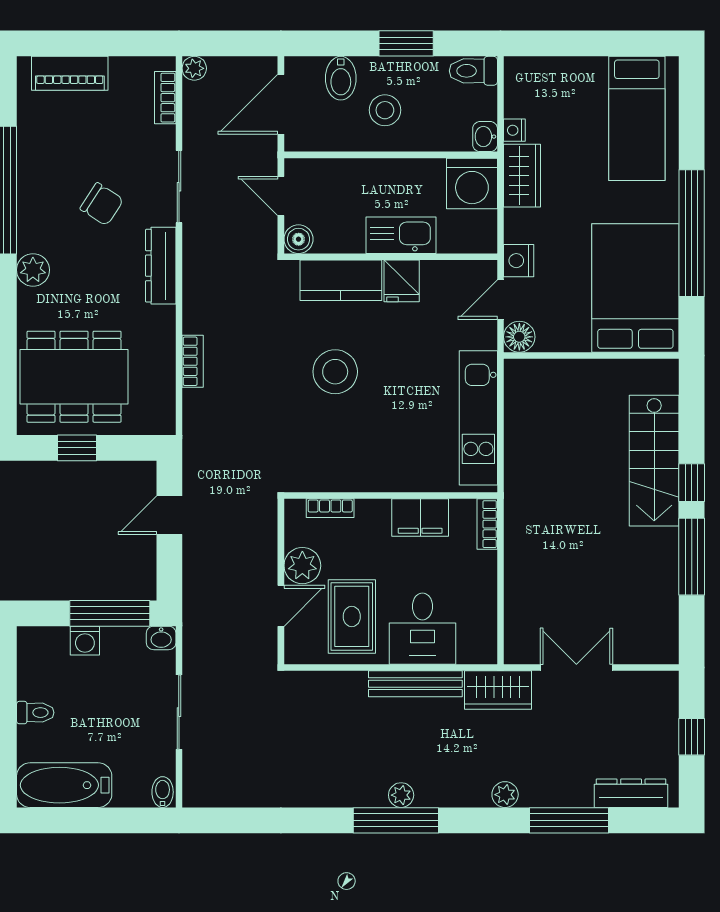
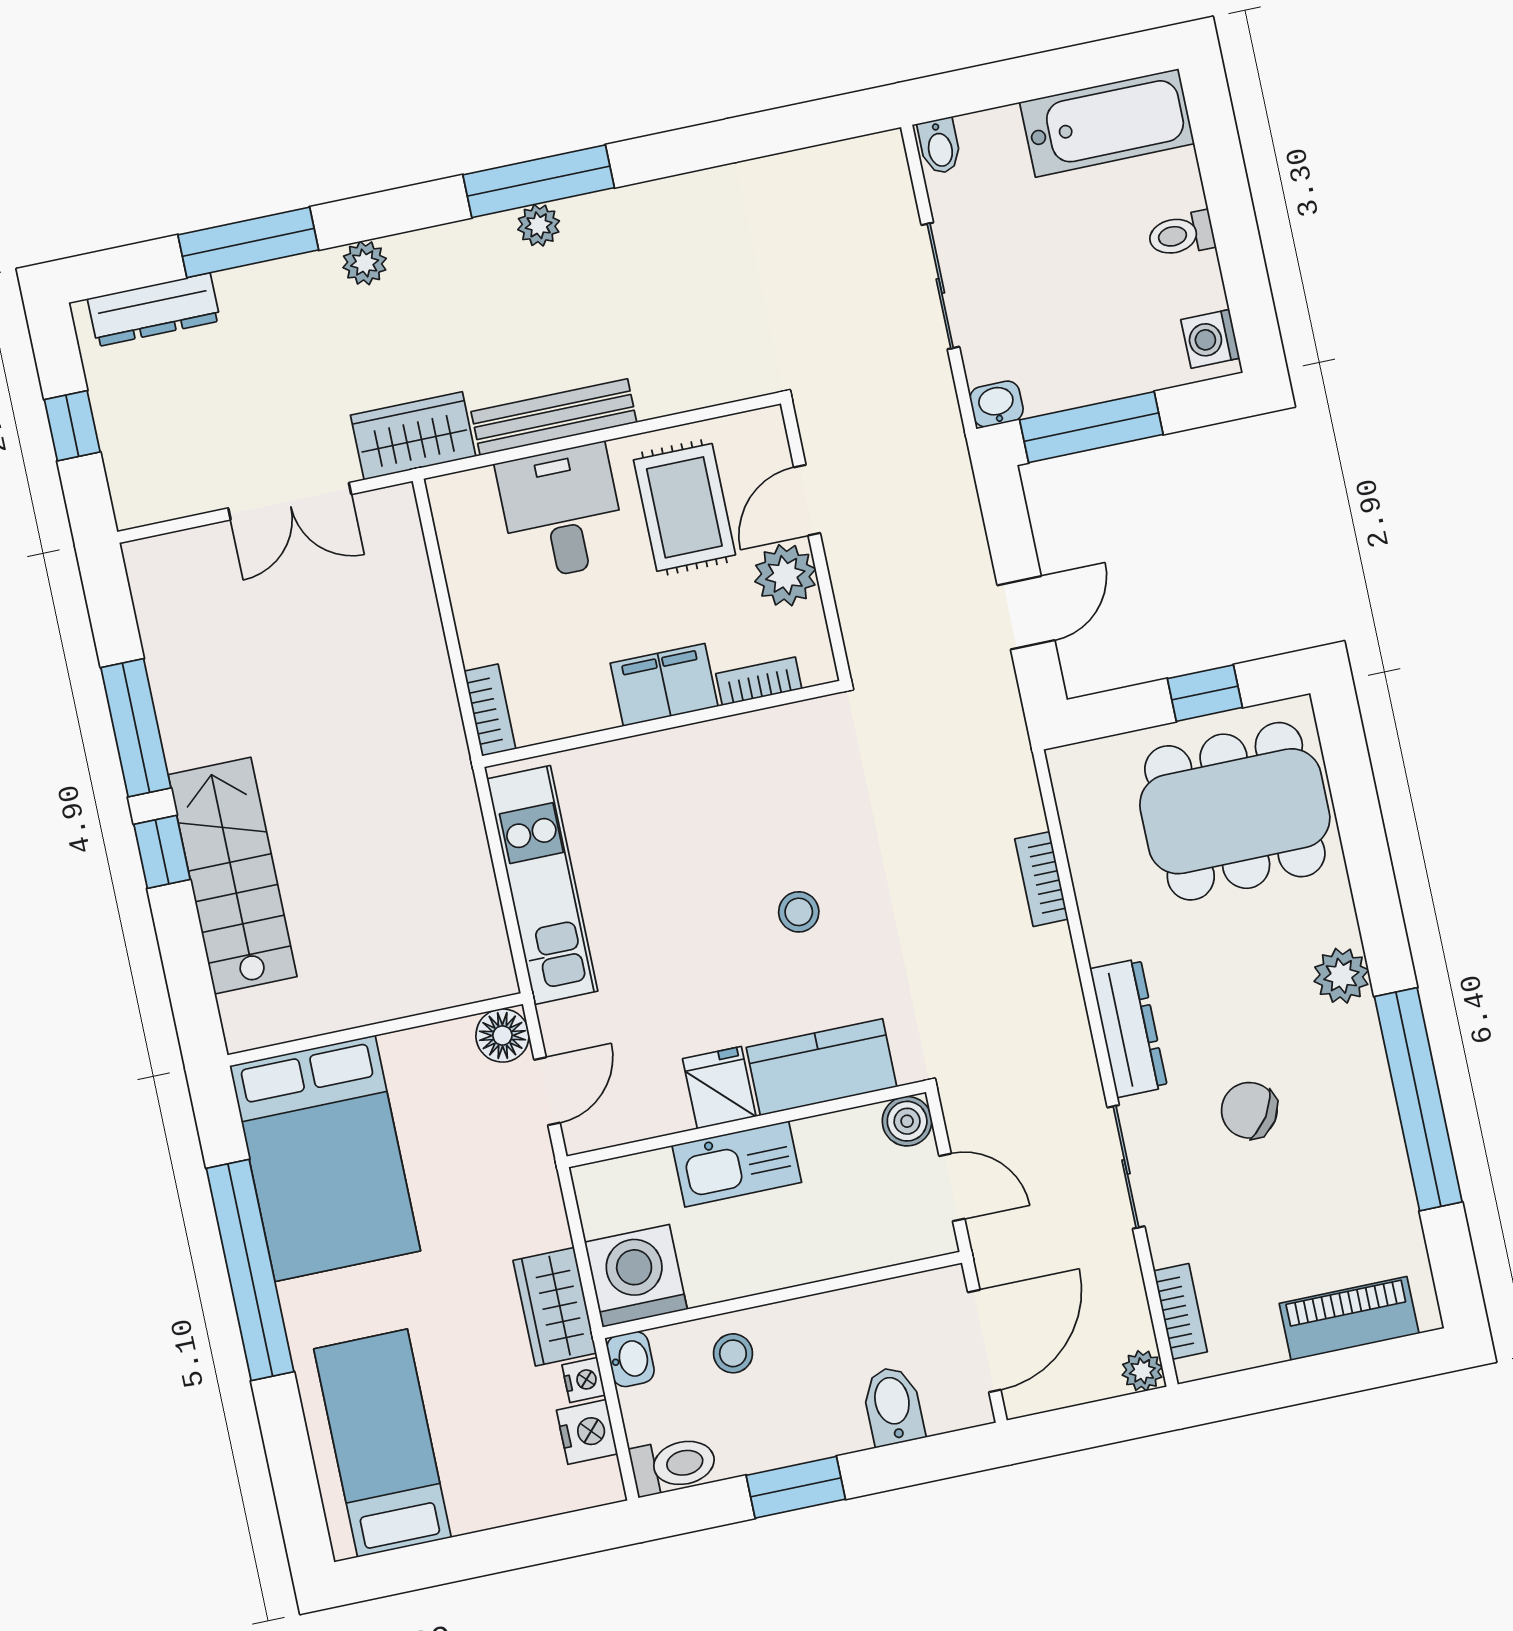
stool: (385, 110) -> (733, 1353), moved, width x0.73, depth x0.73
nightstand: (519, 261) -> (587, 1432), moved
stool: (335, 372) -> (799, 912), width x0.53, depth x0.53
filing cabinet: (420, 518) -> (664, 685), moved
washing machine: (85, 641) -> (1210, 339), moved, turned -90

